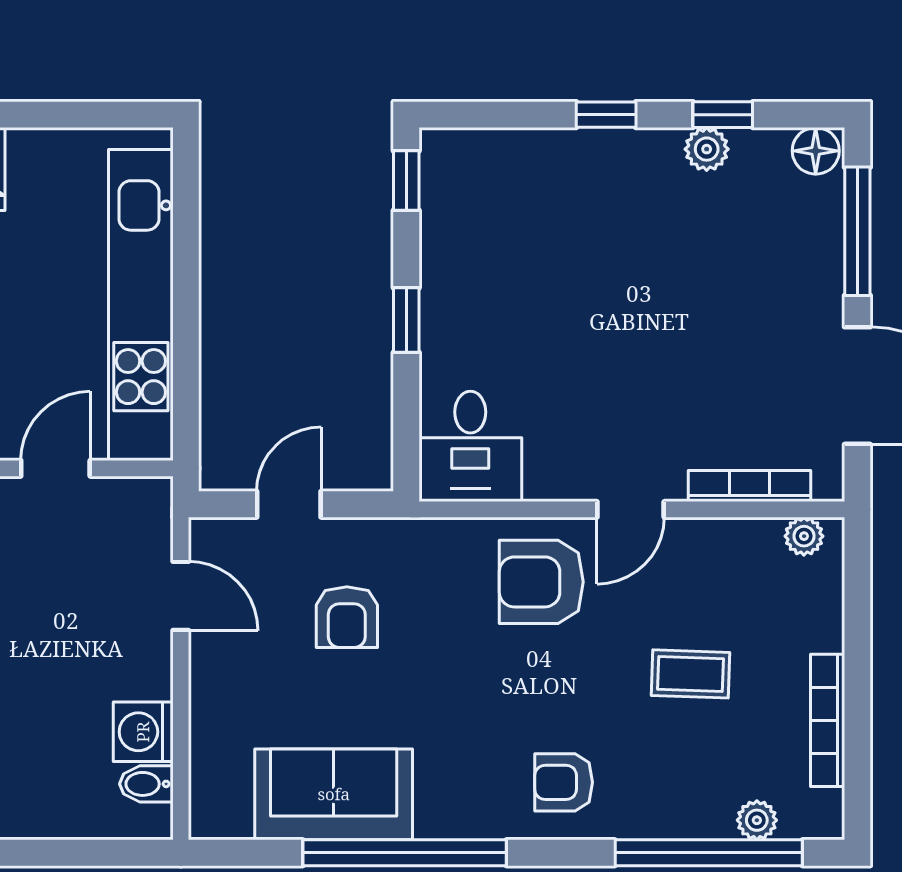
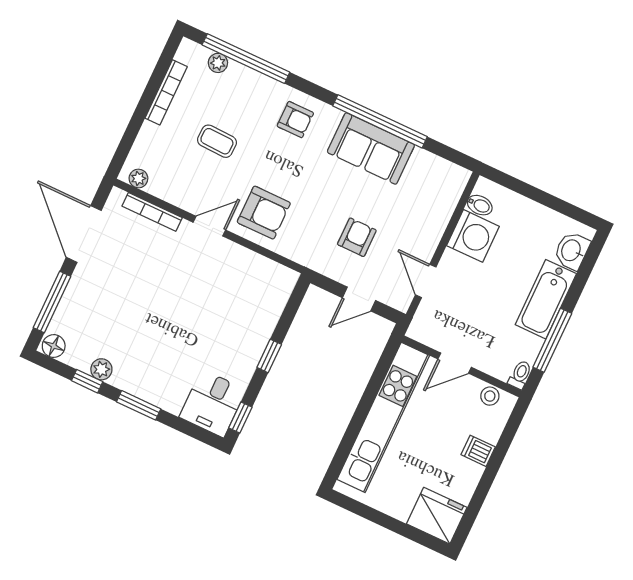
window: (606, 115) -> (139, 405), width x1.50
desk: (470, 446) -> (213, 403), moved, turned 180
washing machine: (143, 732) -> (473, 236), width x1.37, depth x1.37
sofa: (334, 794) -> (371, 148), moved

